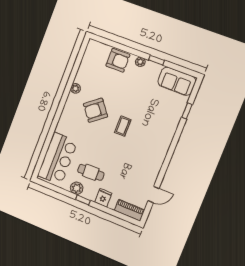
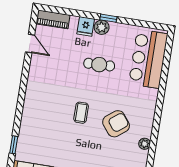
cafe table: (91, 172) -> (99, 65), moved
plant: (77, 188) -> (102, 27), moved
door: (153, 195) -> (30, 43), swing flipped

